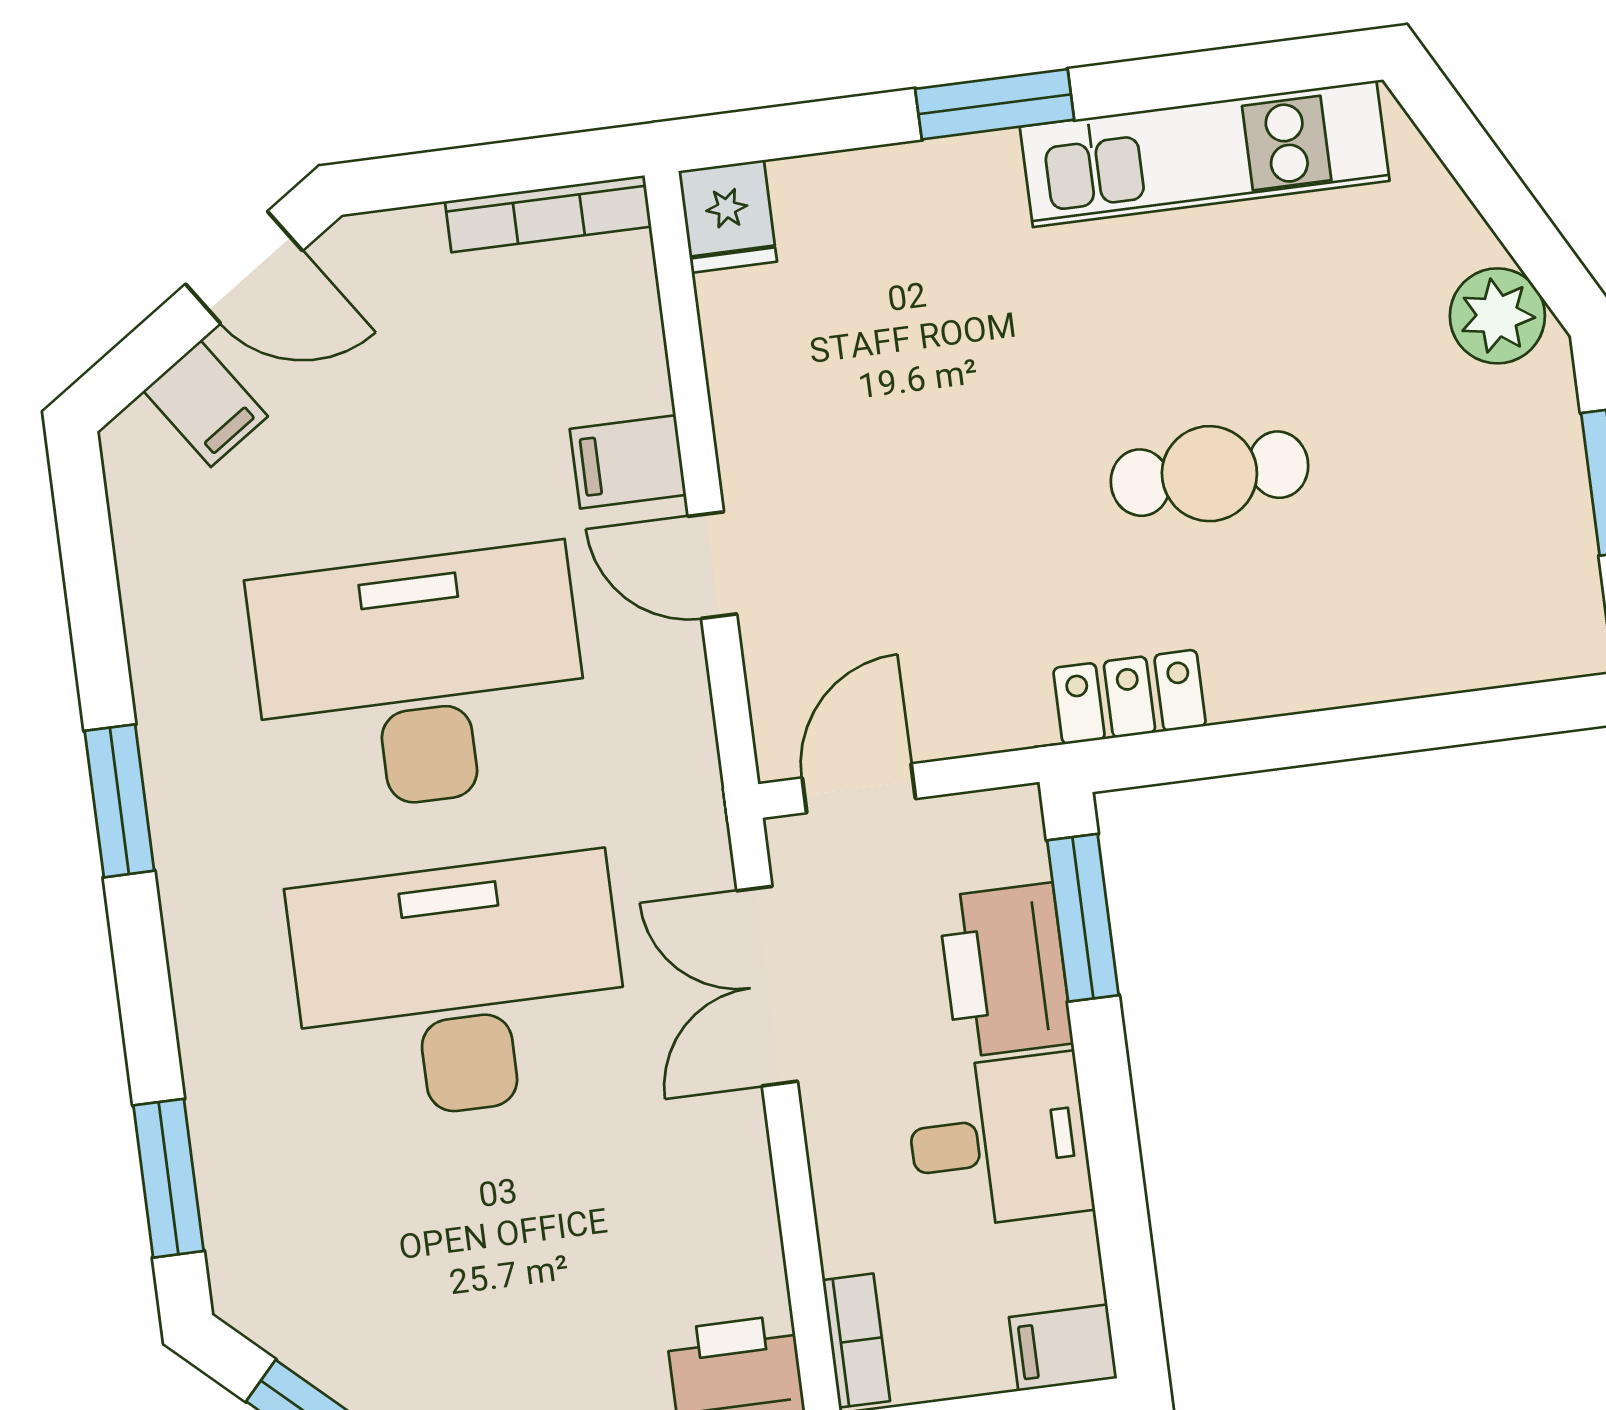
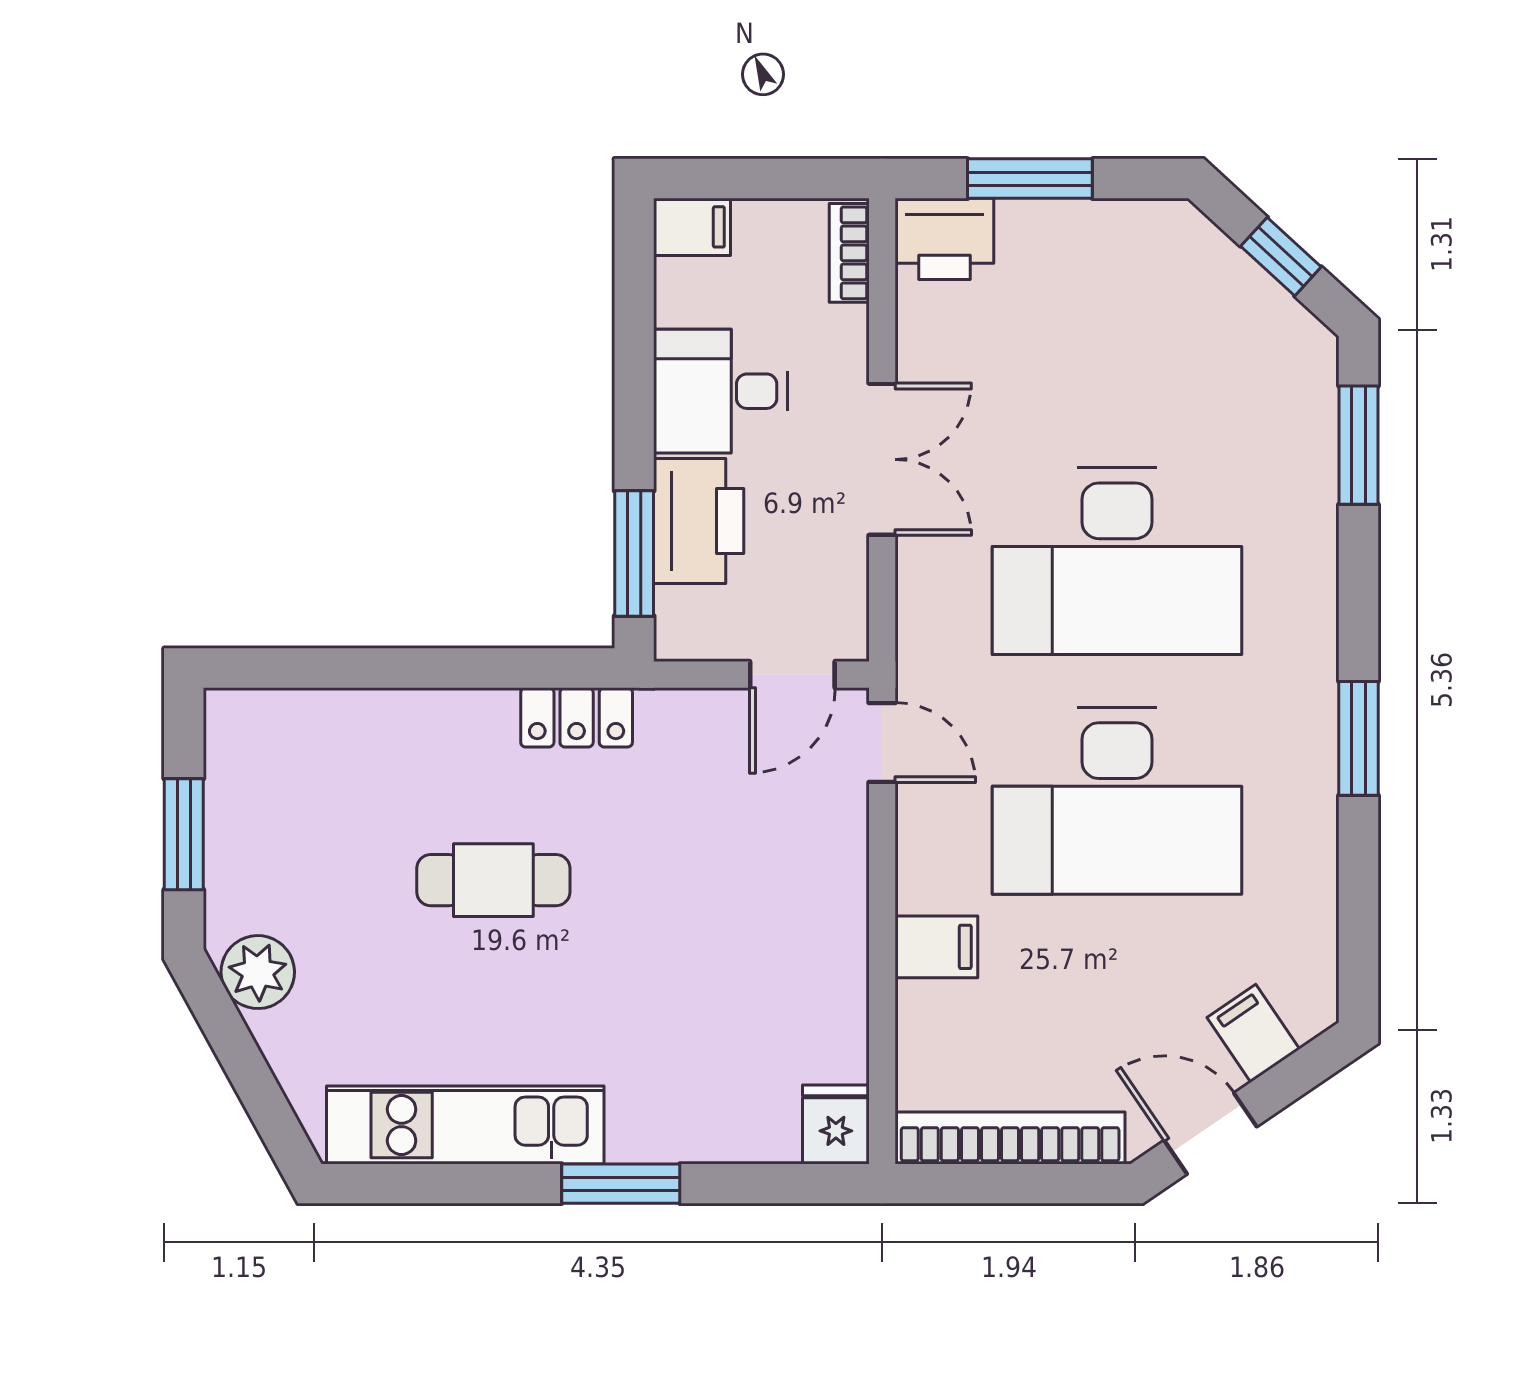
bookcase: (548, 214) -> (1010, 1138), width x1.48, depth x1.31
door: (712, 565) -> (882, 742), moved
double door: (767, 986) -> (882, 459), moved

